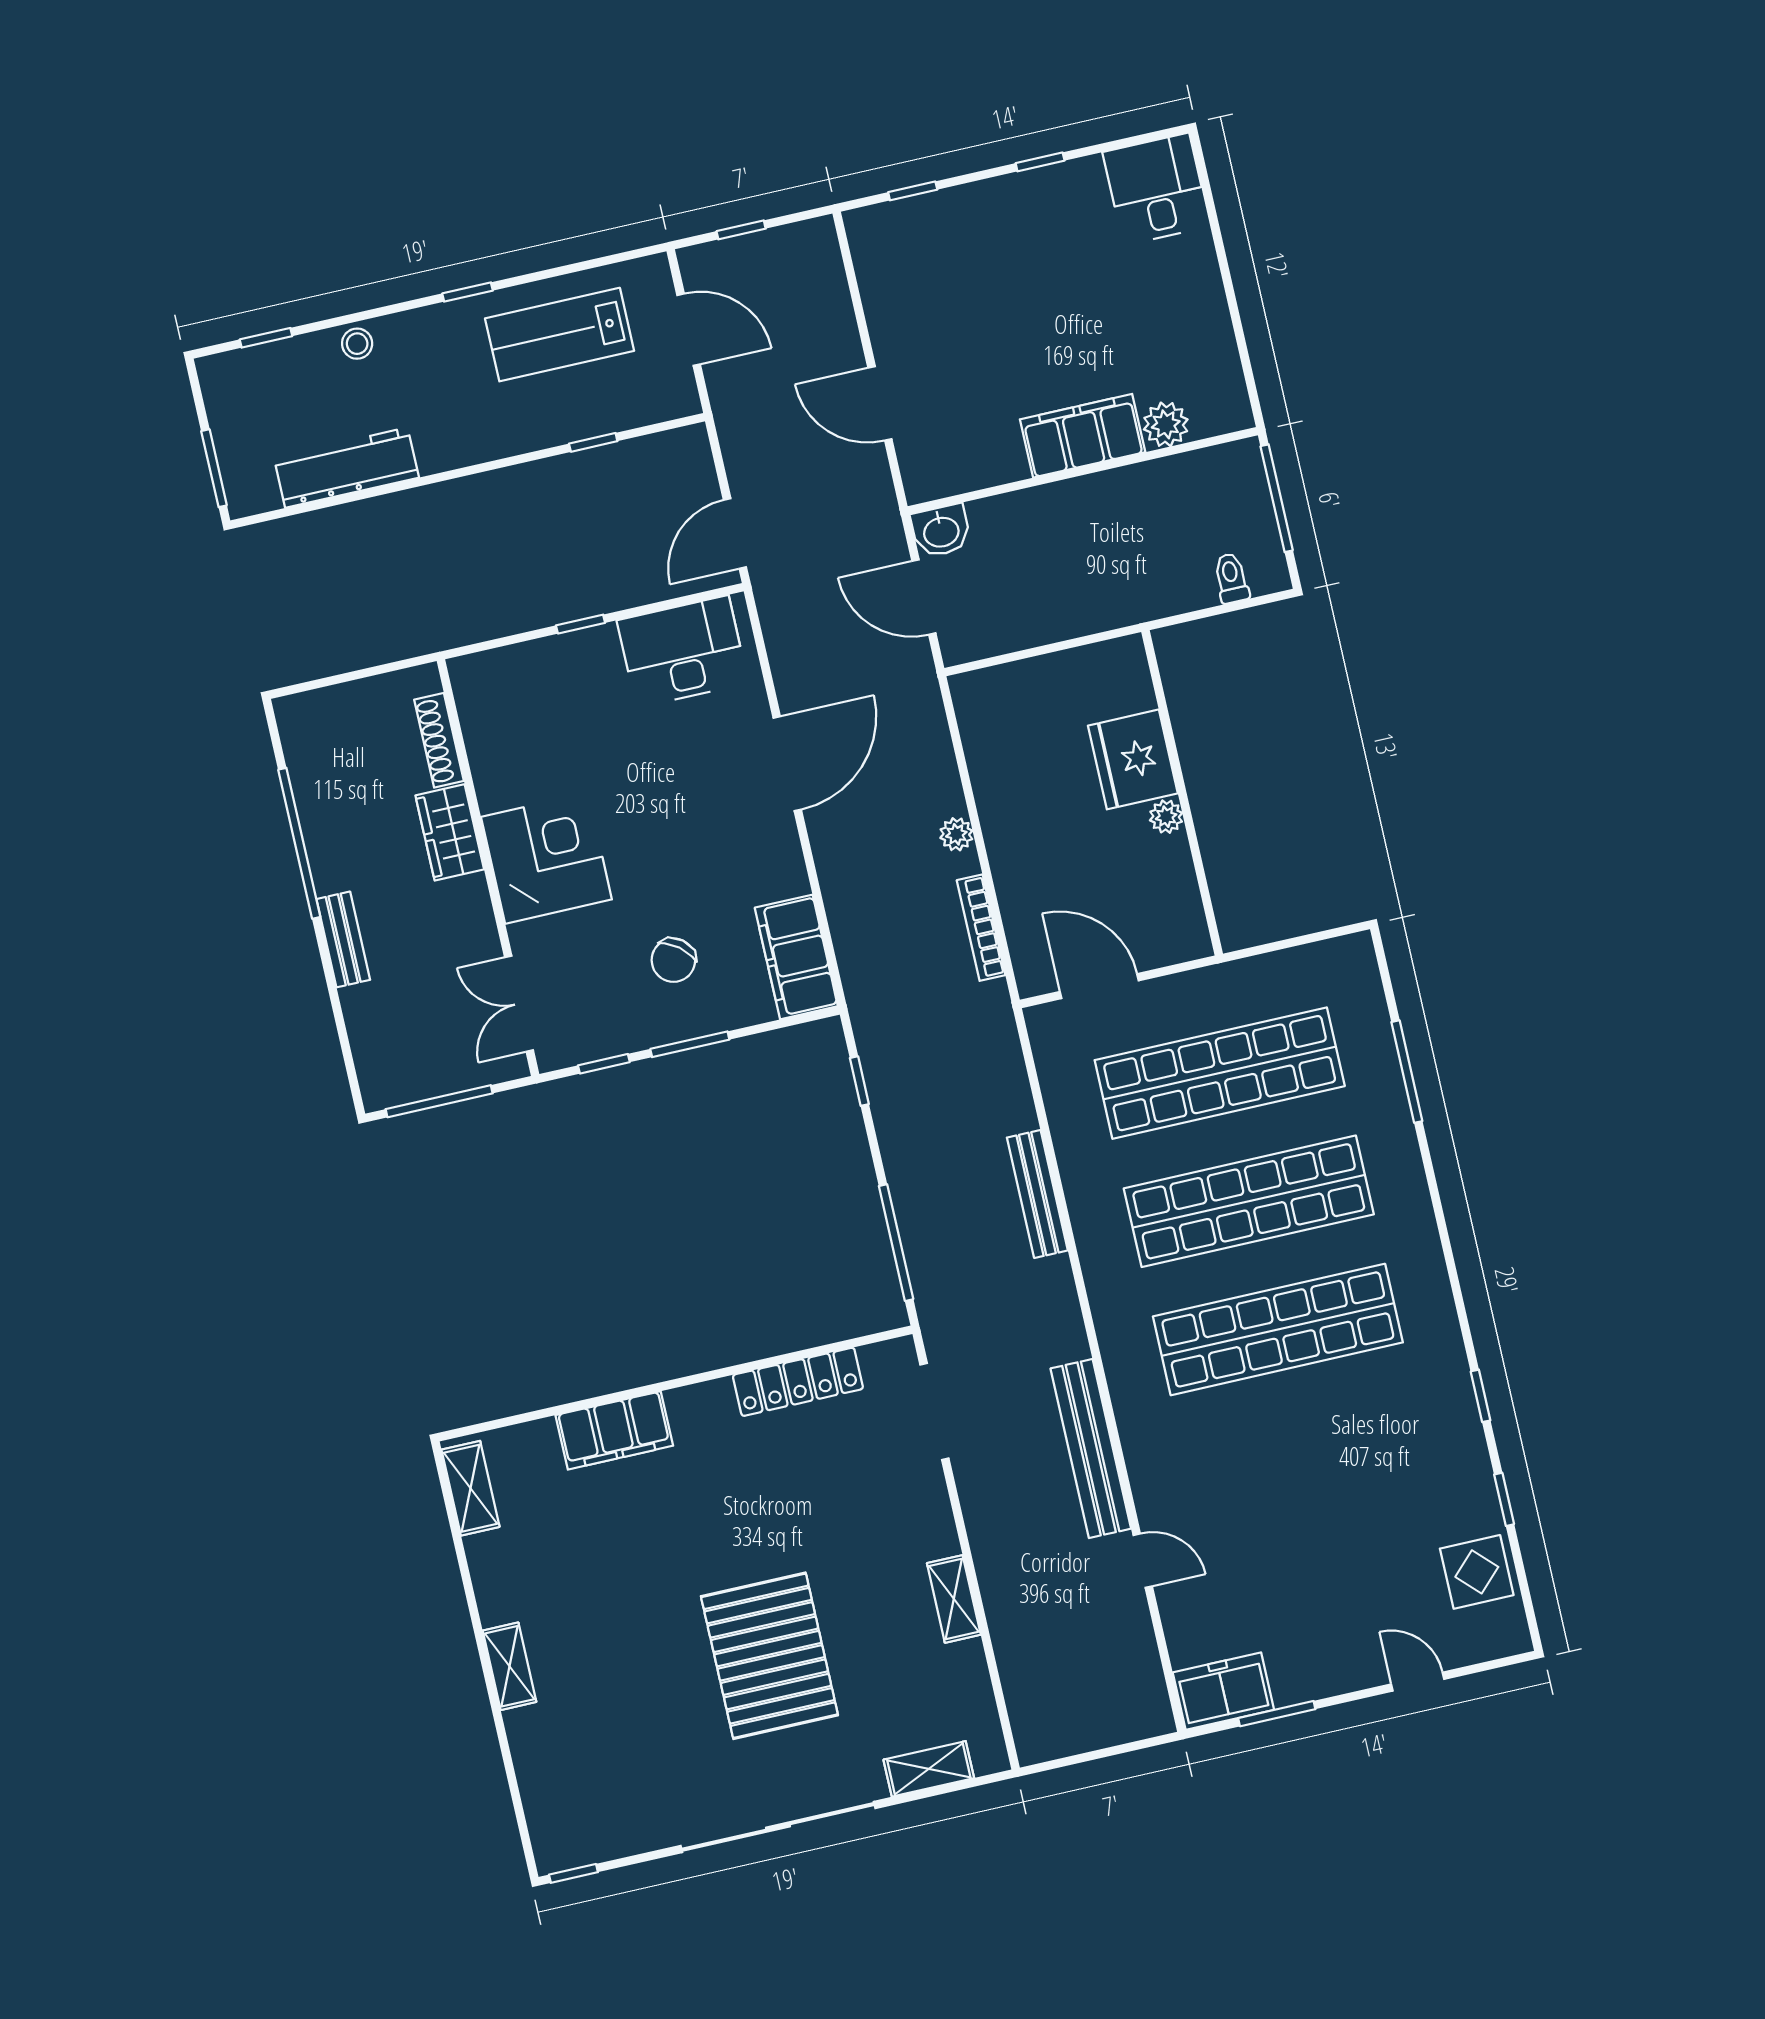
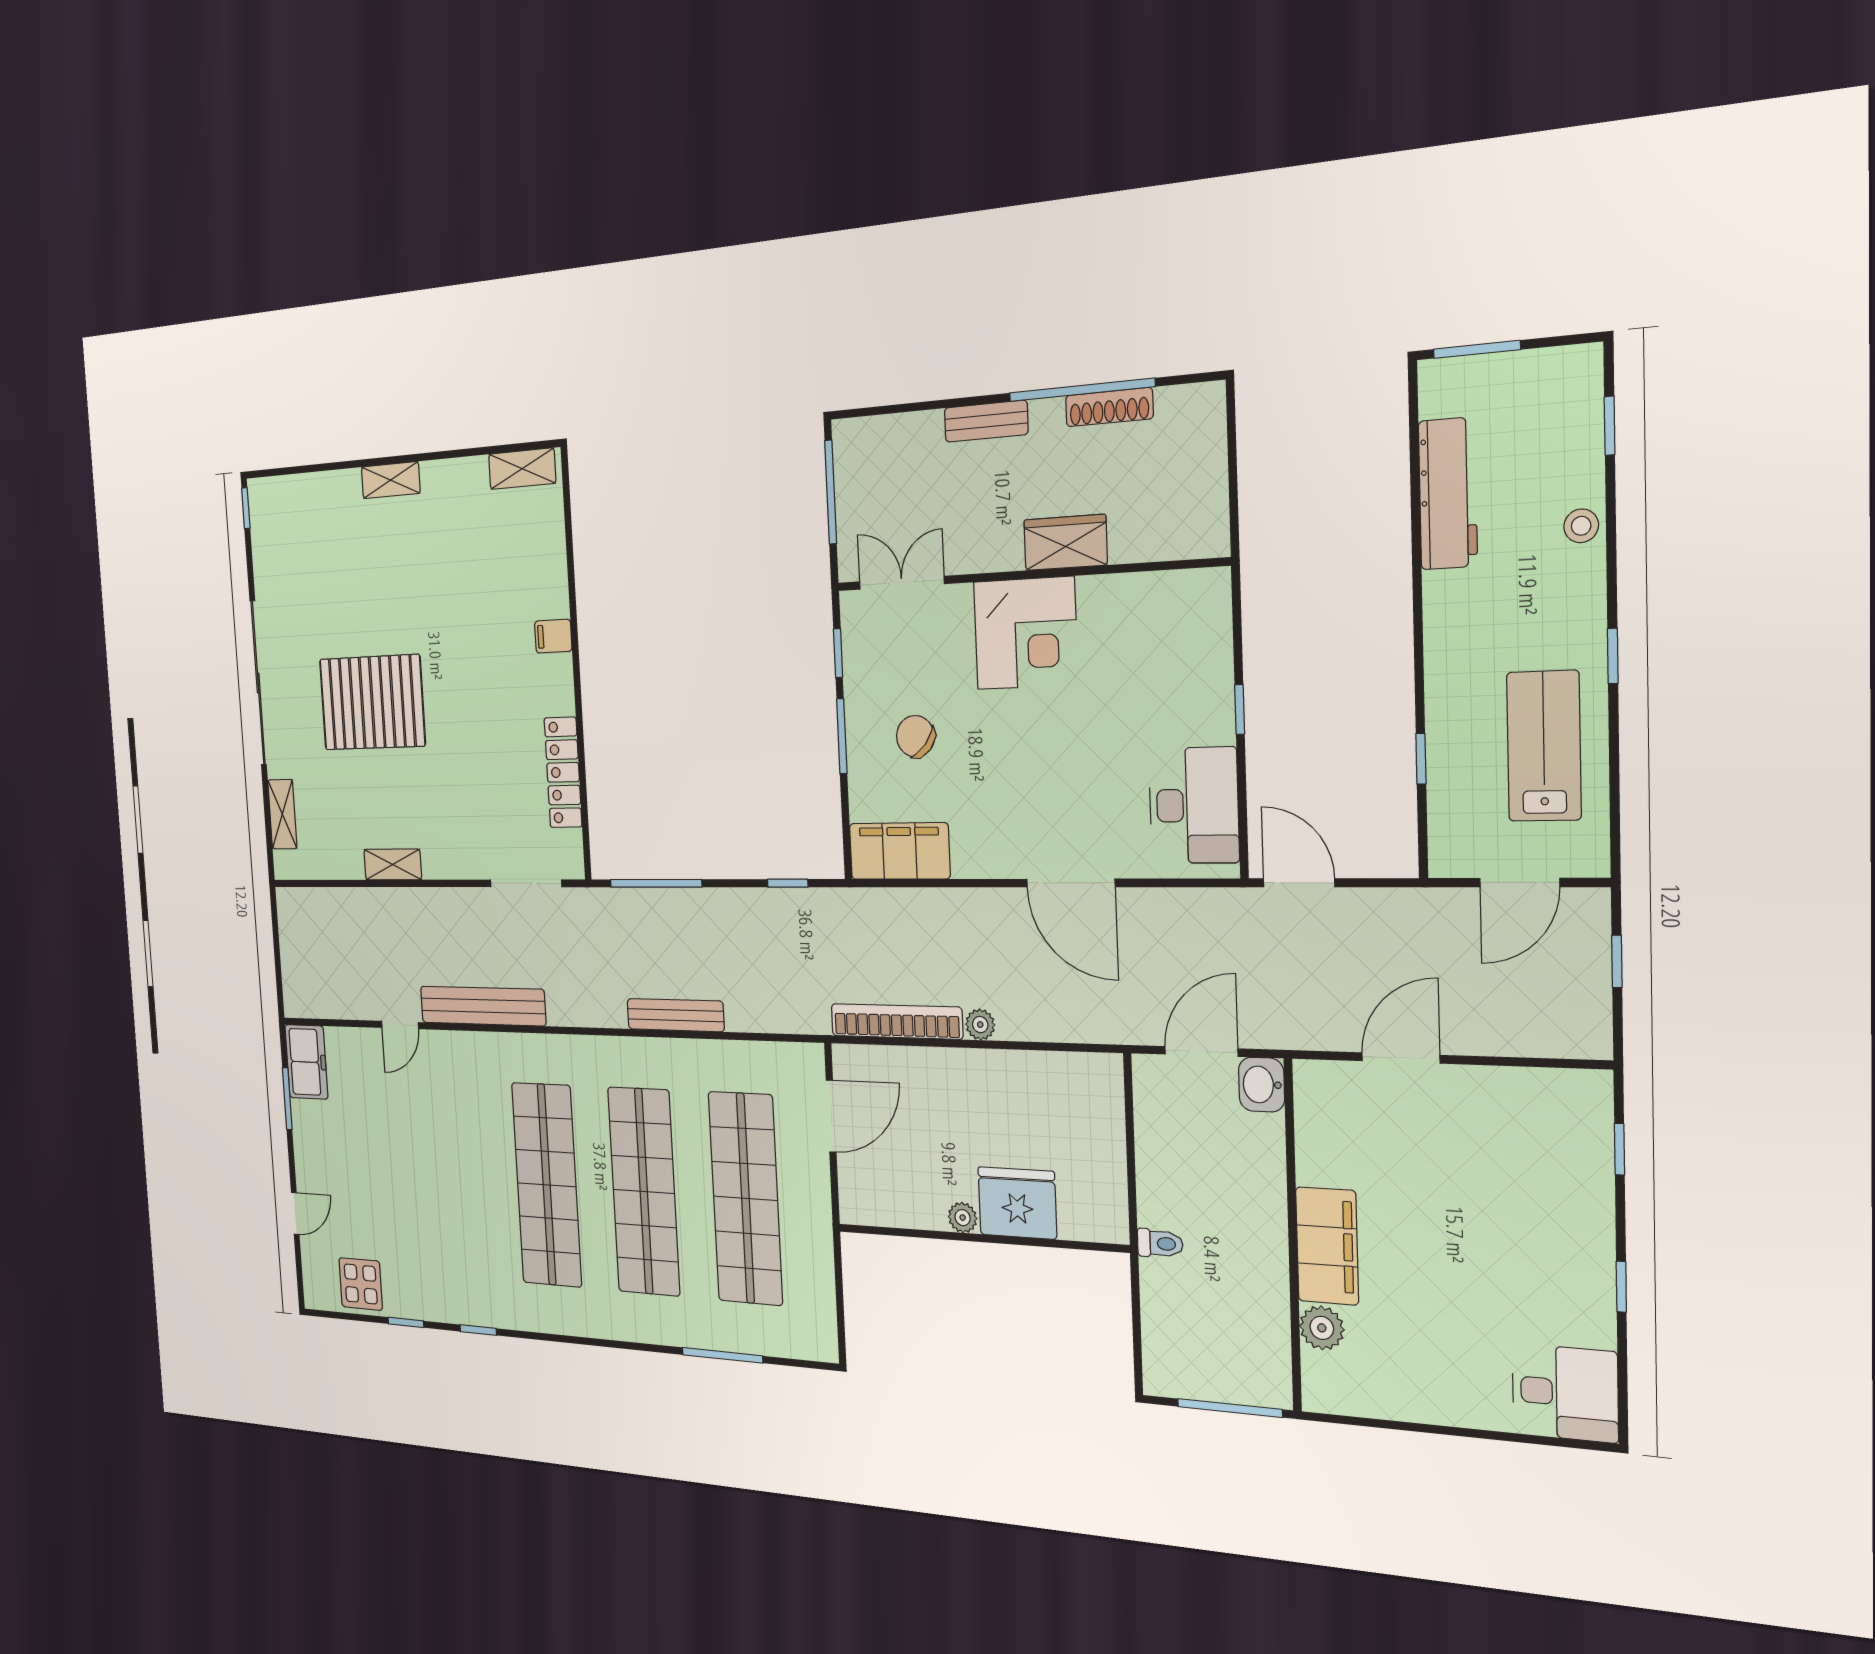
toilet: (1231, 578) -> (1160, 1243), moved
shoe rack: (439, 740) -> (1109, 407), moved, turned 180
bookcase: (981, 928) -> (896, 1021), width x1.48, depth x1.31
filing cabinet: (614, 1430) -> (553, 636), width x0.33, depth x0.86

